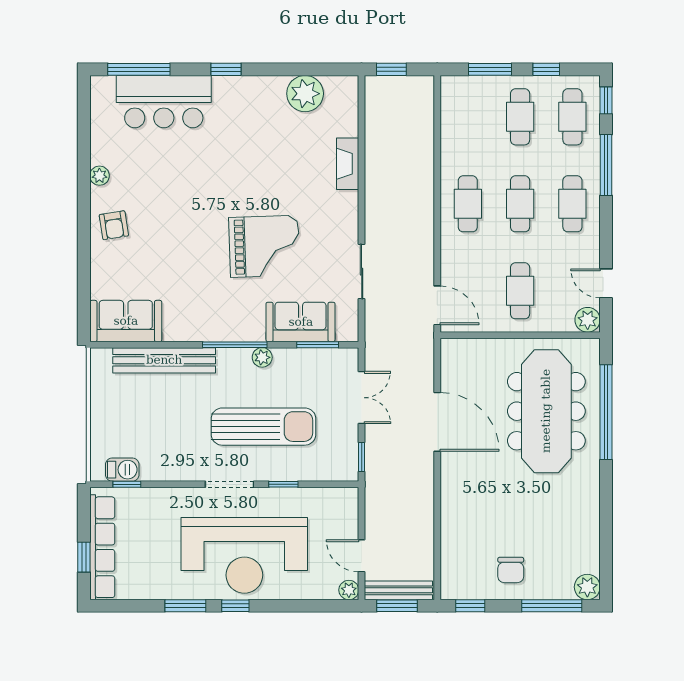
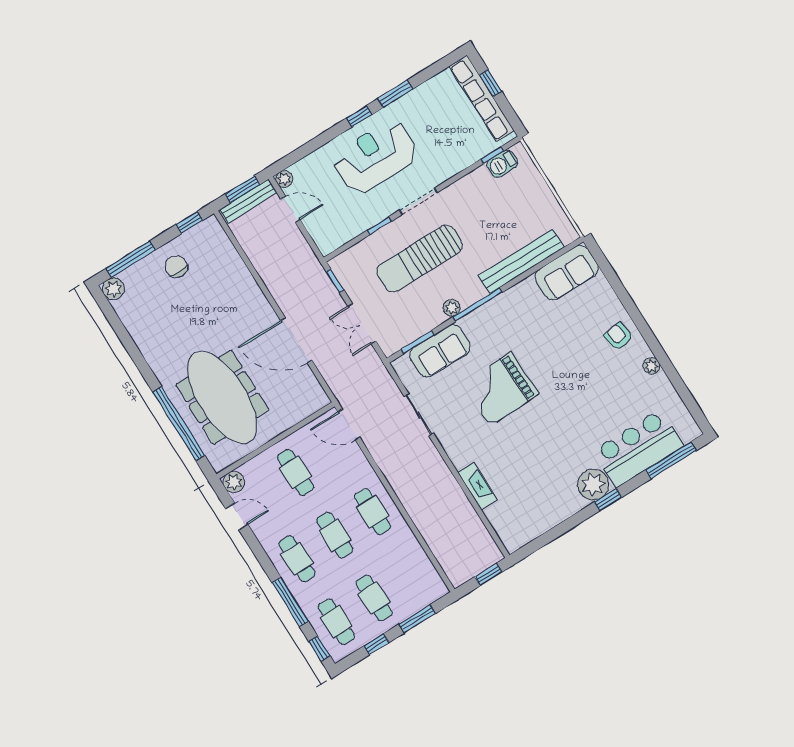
plant: (305, 94) -> (593, 485), moved
reception desk: (244, 555) -> (375, 157), width x0.74, depth x0.77

